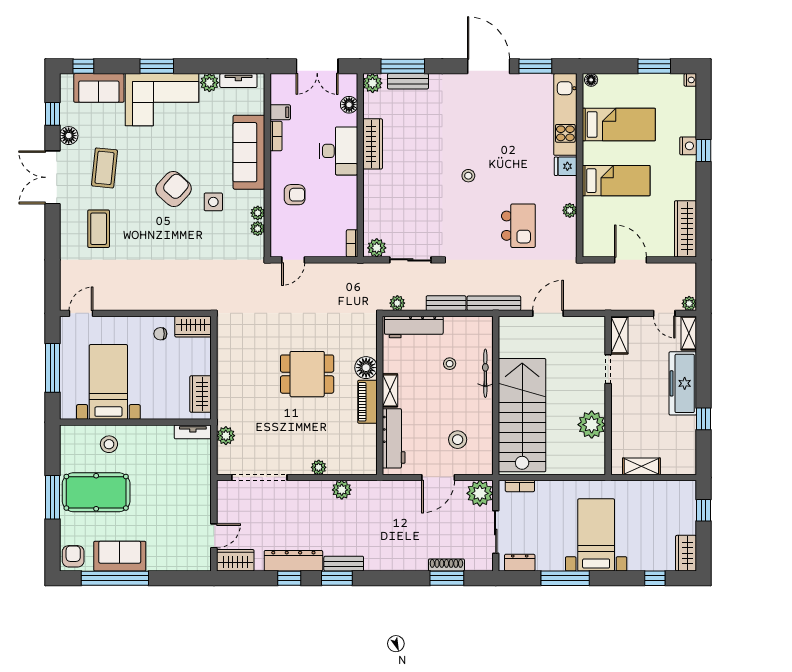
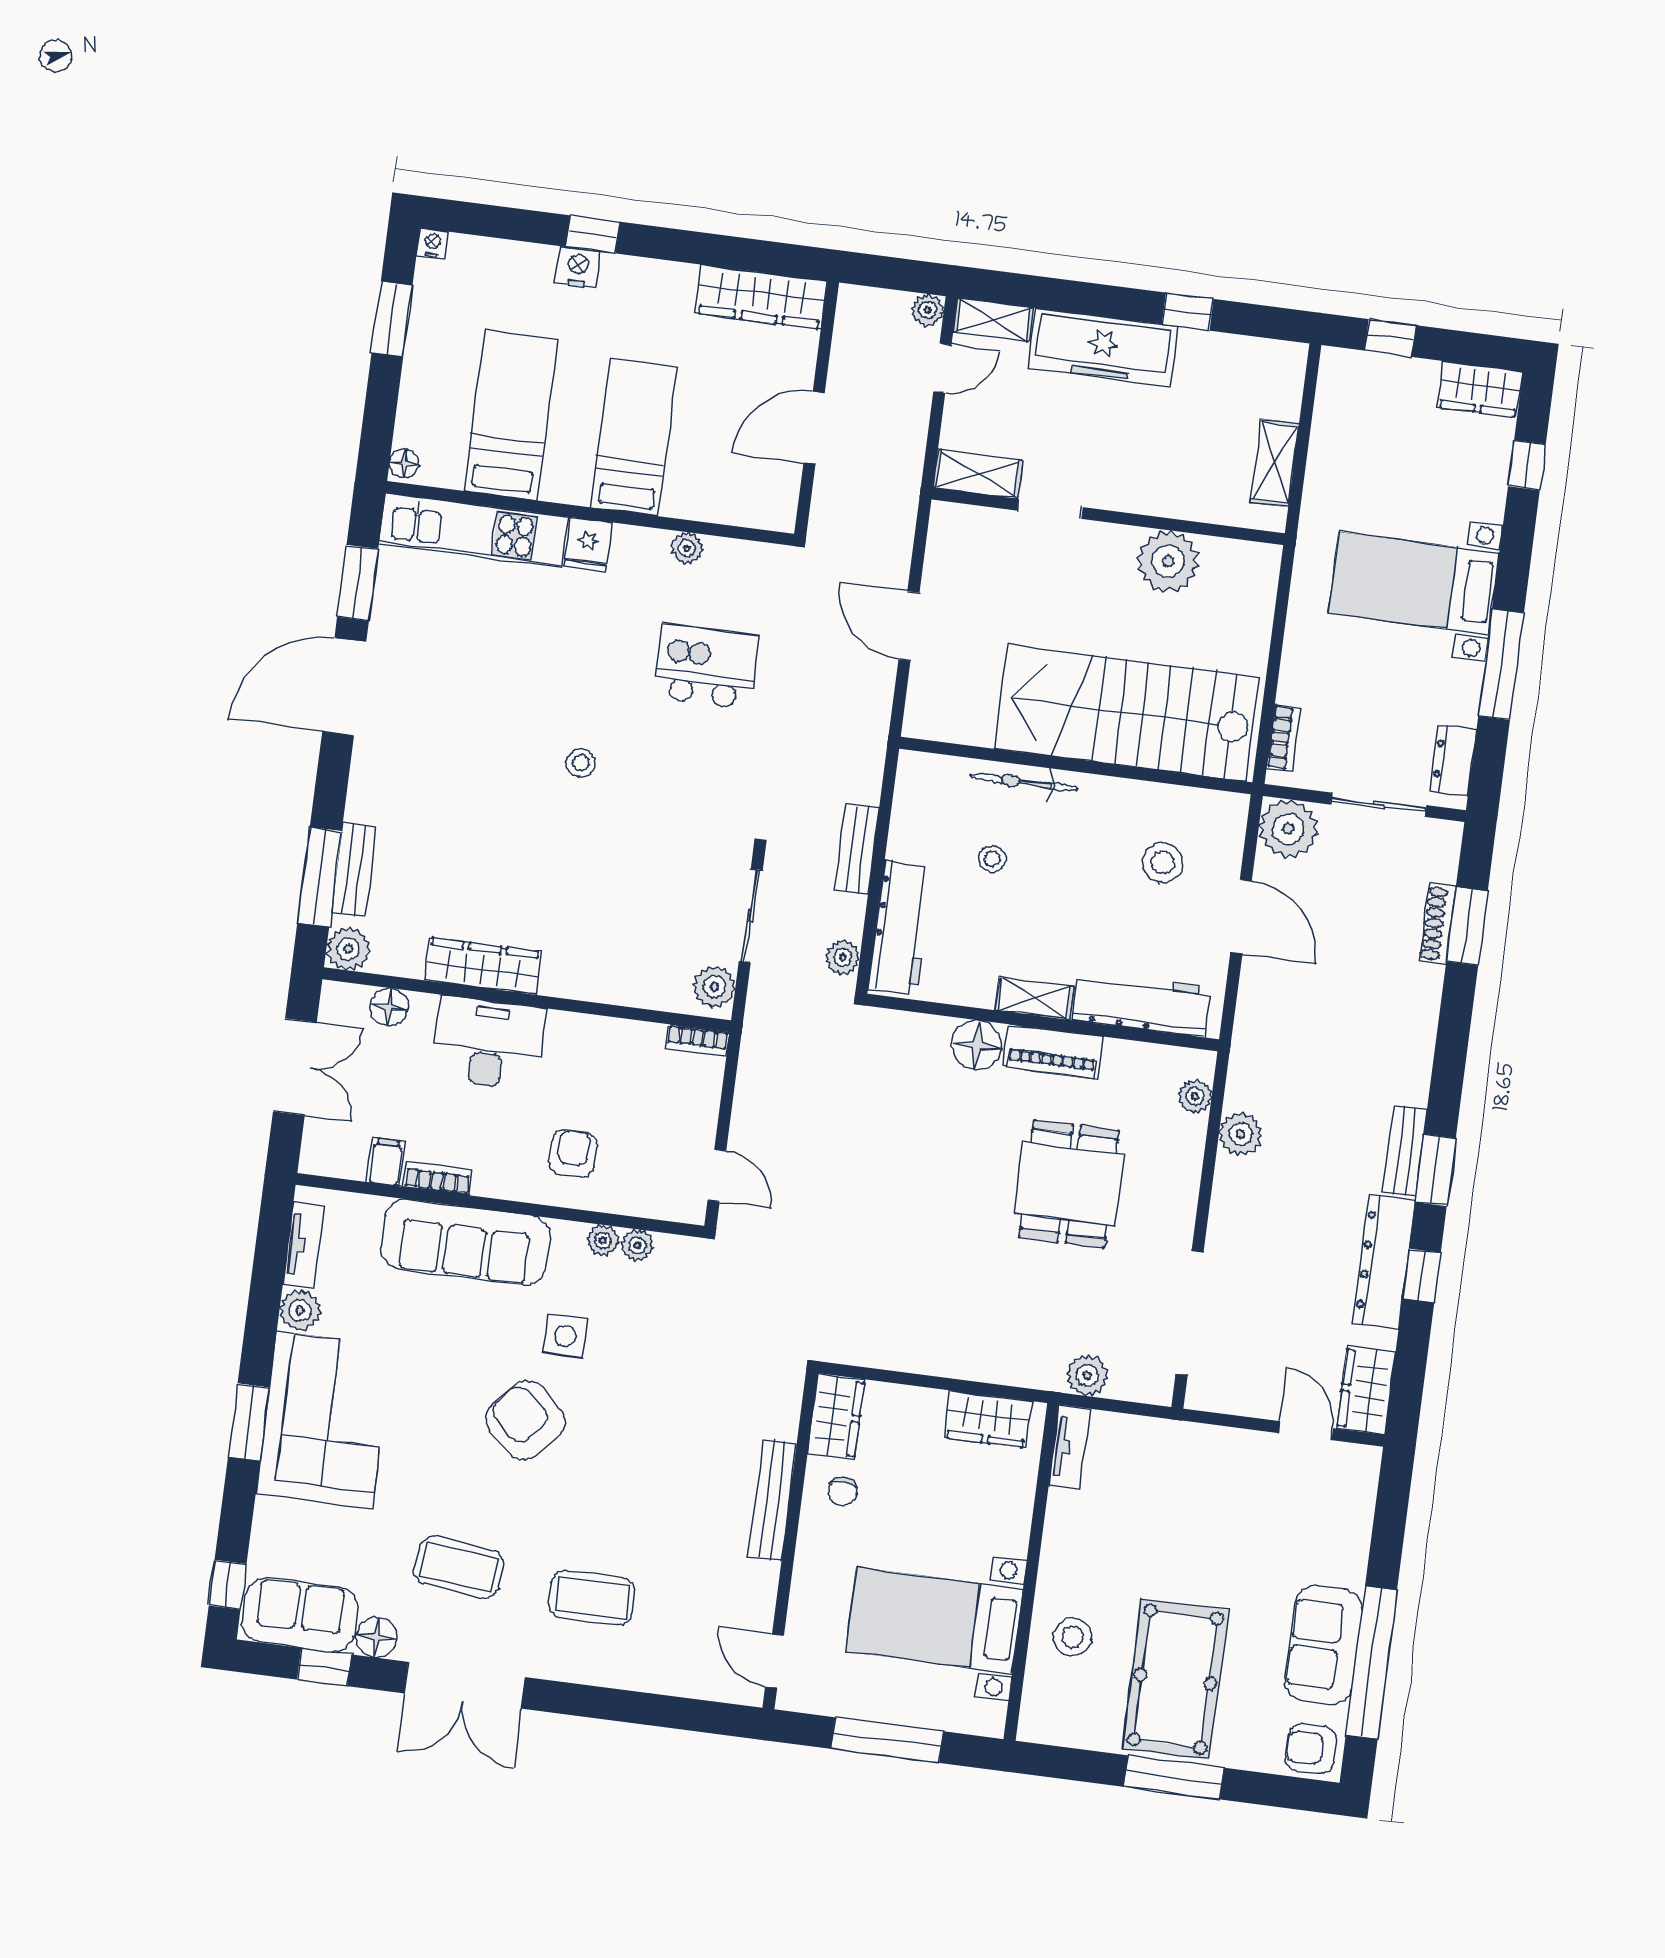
sofa: (99, 88) -> (300, 1615), moved, turned -90
bench: (494, 303) -> (773, 1500), moved
dining table: (307, 374) -> (1069, 1184), moved
plant: (319, 467) -> (1195, 1096), moved

